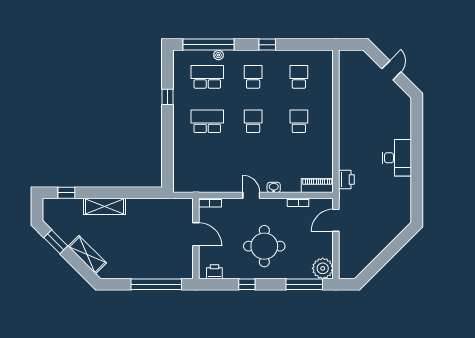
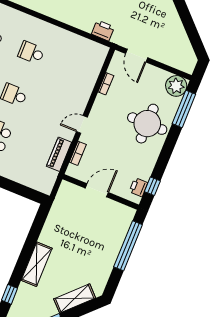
piano: (317, 186) -> (59, 154), moved
washbasin: (274, 187) -> (83, 101), removed
bookcase: (210, 203) -> (78, 153), moved
round table: (264, 246) -> (147, 124), moved
window: (247, 284) -> (152, 186), moved

